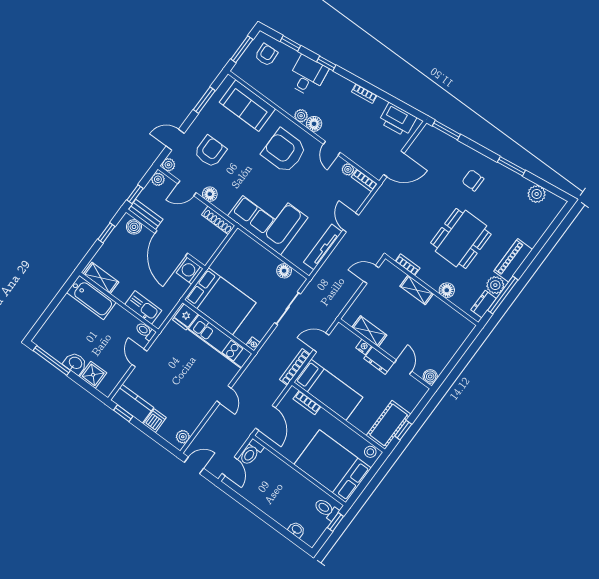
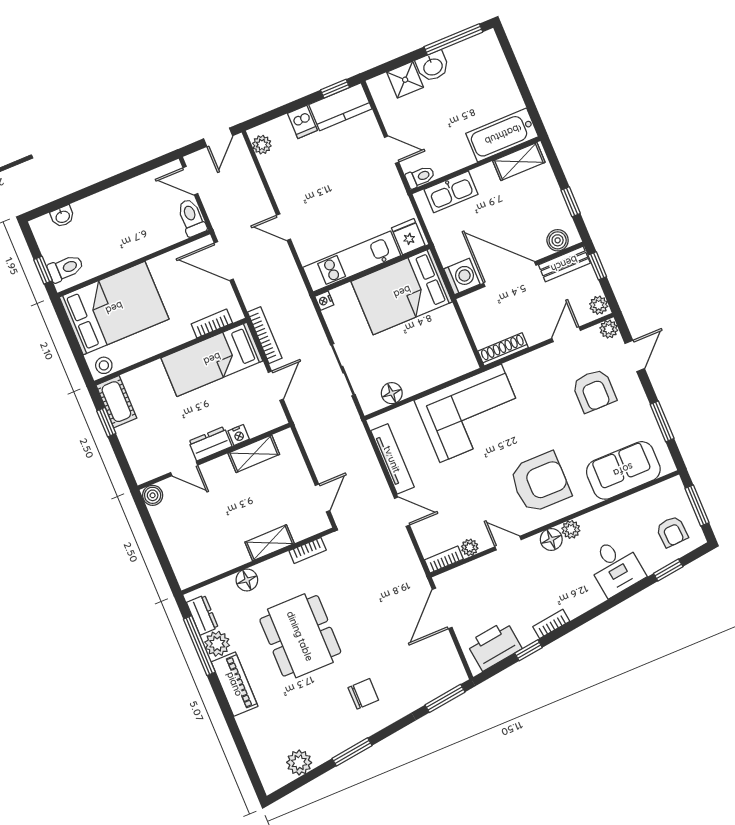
window: (326, 63) -> (529, 650), moved
floor lamp: (210, 194) -> (542, 358), removed
cot: (389, 425) -> (116, 402), width x0.73, depth x0.75

